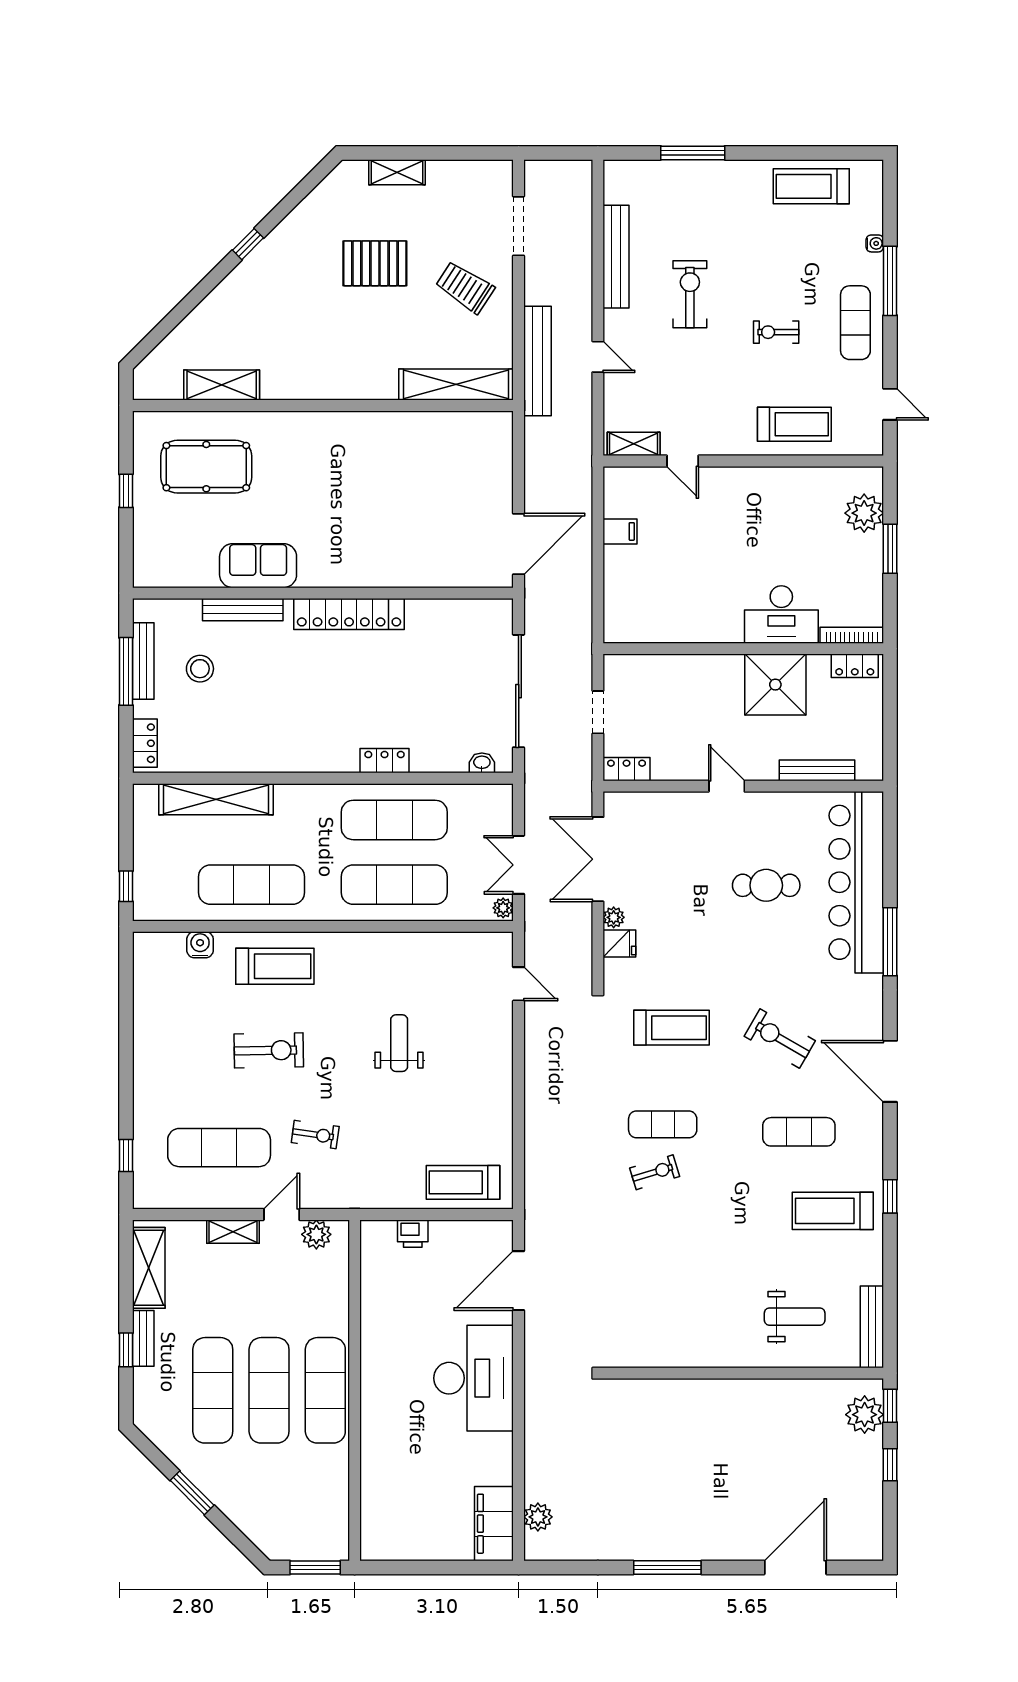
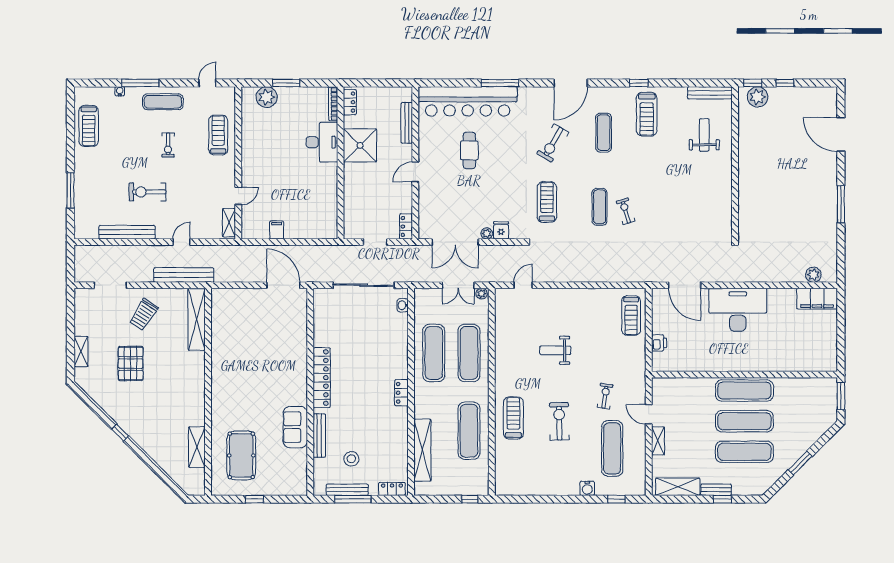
locker: (385, 761) -> (401, 393), moved
water cooler: (200, 945) -> (587, 488), moved, turned -90
plant: (316, 1234) -> (659, 395), removed

